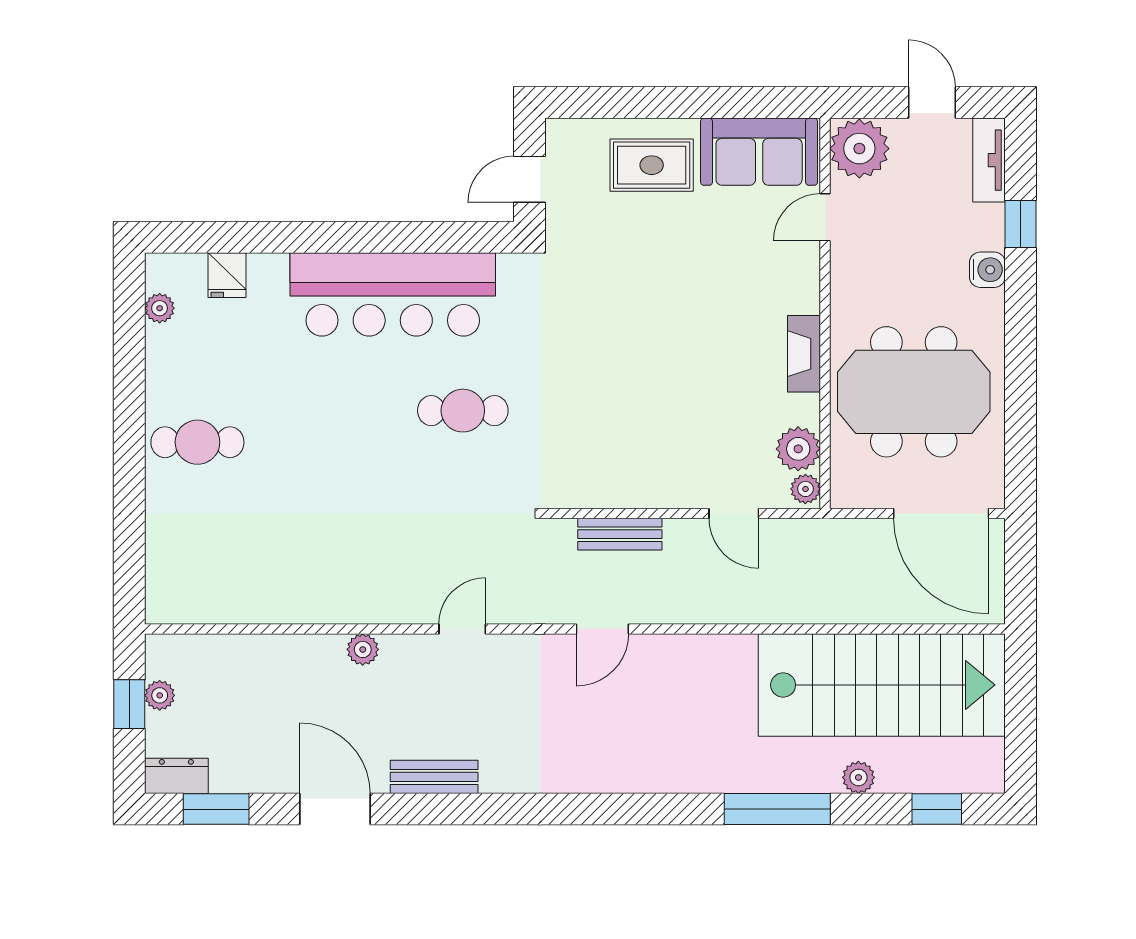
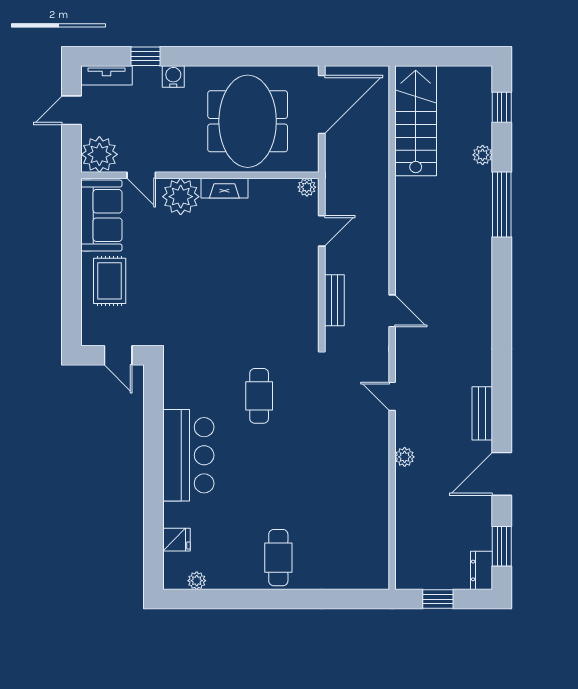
bar counter: (393, 294) -> (188, 455), width x0.73
plant: (798, 449) -> (181, 197), moved, width x1.36, depth x1.36
stairs: (882, 685) -> (416, 121), width x0.73, depth x0.66
plant: (160, 695) -> (433, 581), removed

